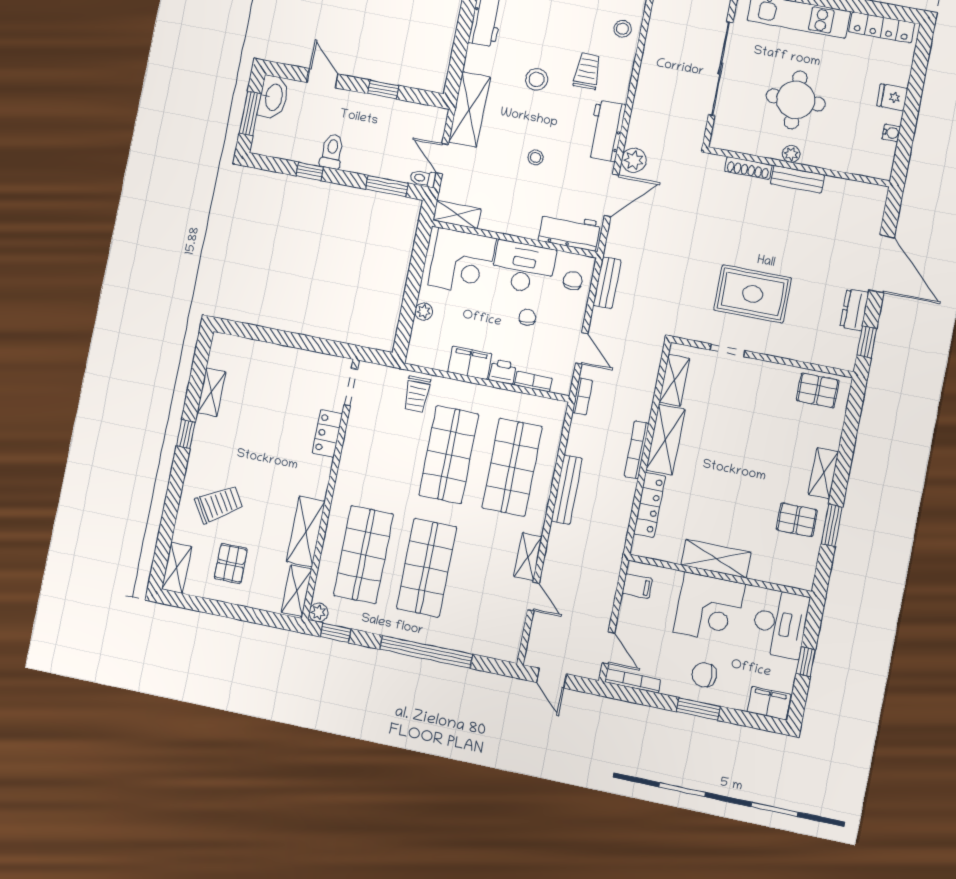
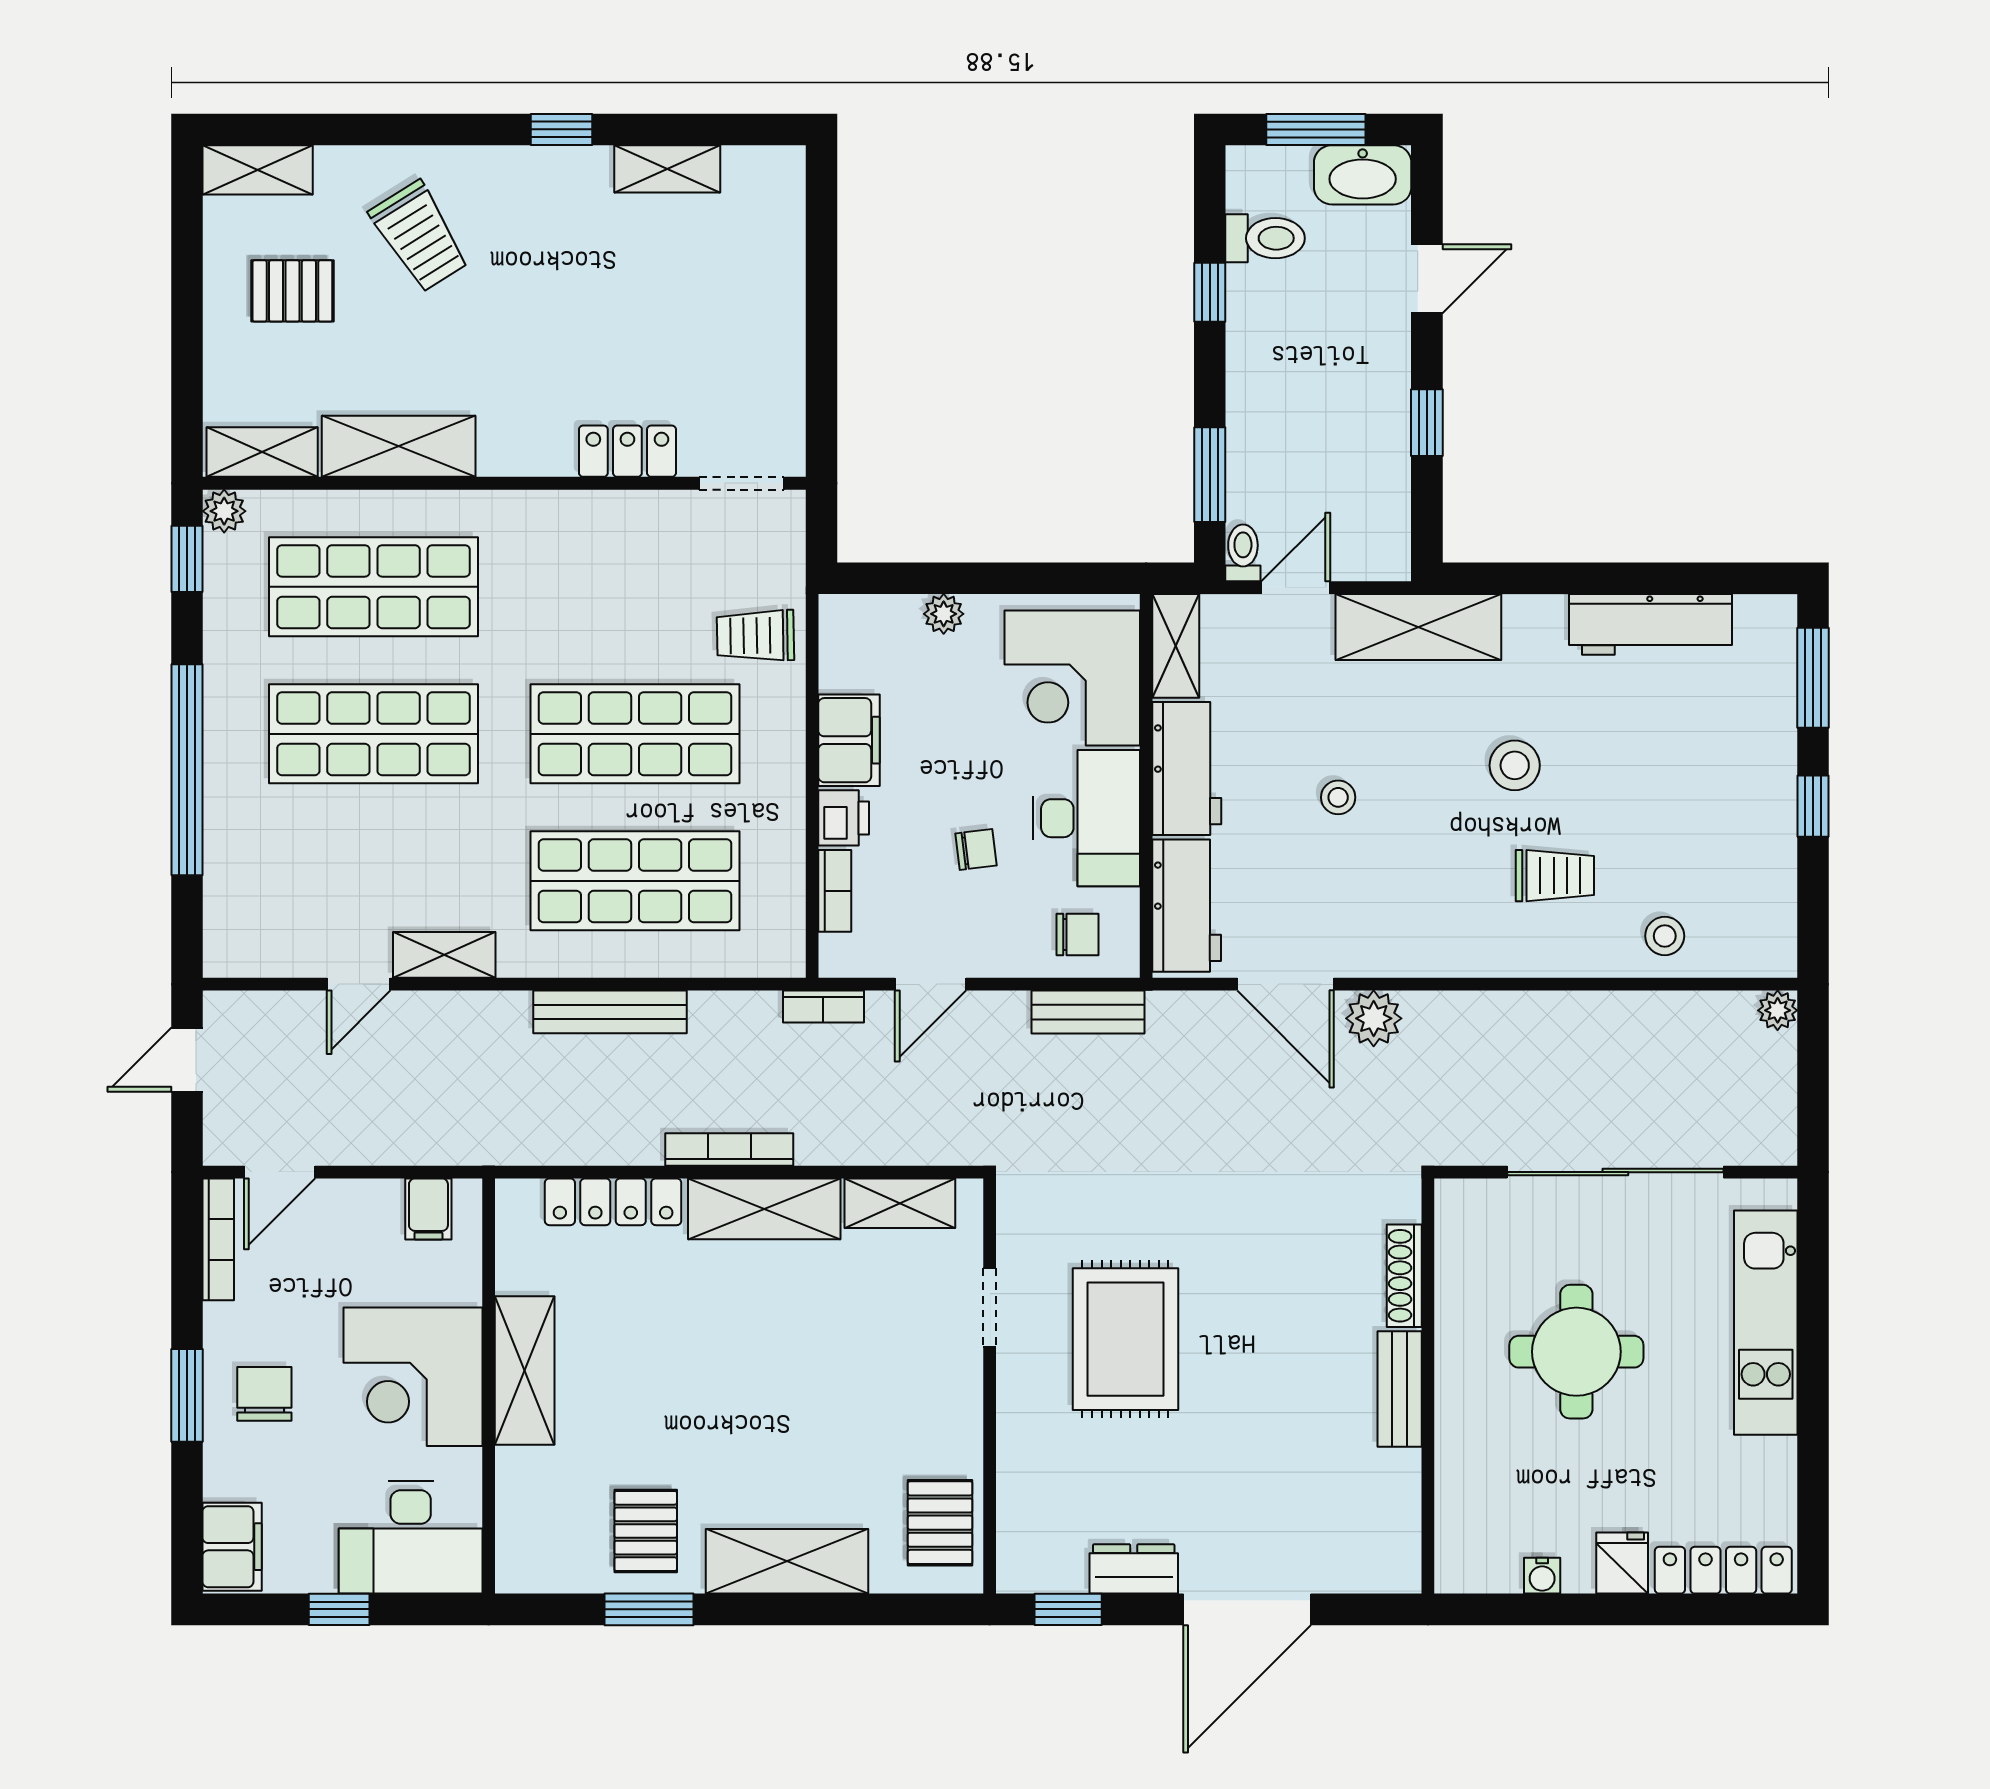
locker: (882, 27) -> (1723, 1570), moved, turned 90
workbench: (606, 131) -> (1187, 769), moved, turned 90
toilet: (332, 151) -> (1265, 238), moved
plant: (791, 154) -> (1454, 1365), removed
shelving: (823, 473) -> (787, 1561), width x1.50, depth x1.33

